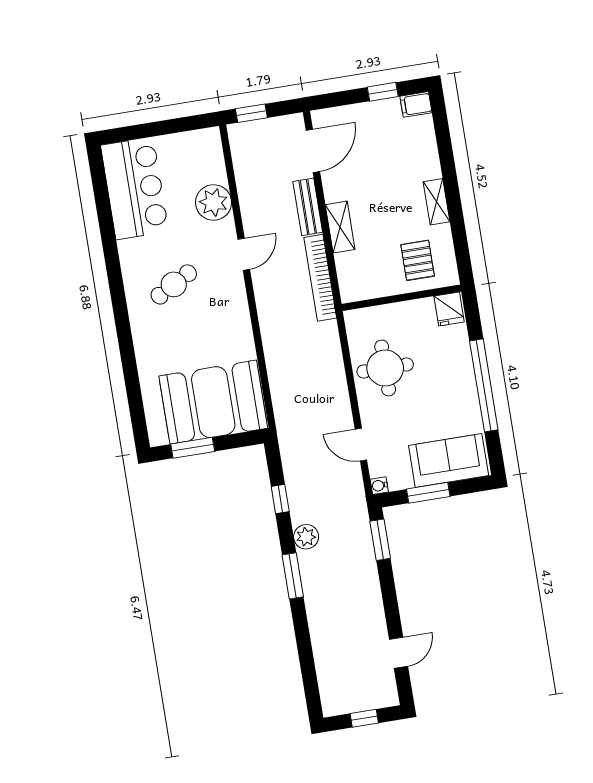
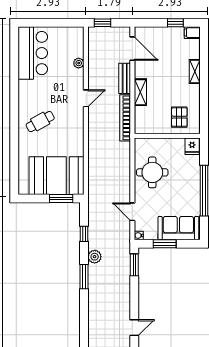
door: (313, 151) -> (132, 49), hinge flipped
plant: (214, 202) -> (79, 63), width x0.53, depth x0.53
shelving: (436, 202) -> (195, 72), moved
cafe table: (174, 284) -> (40, 122), moved
window: (193, 448) -> (61, 198), moved

